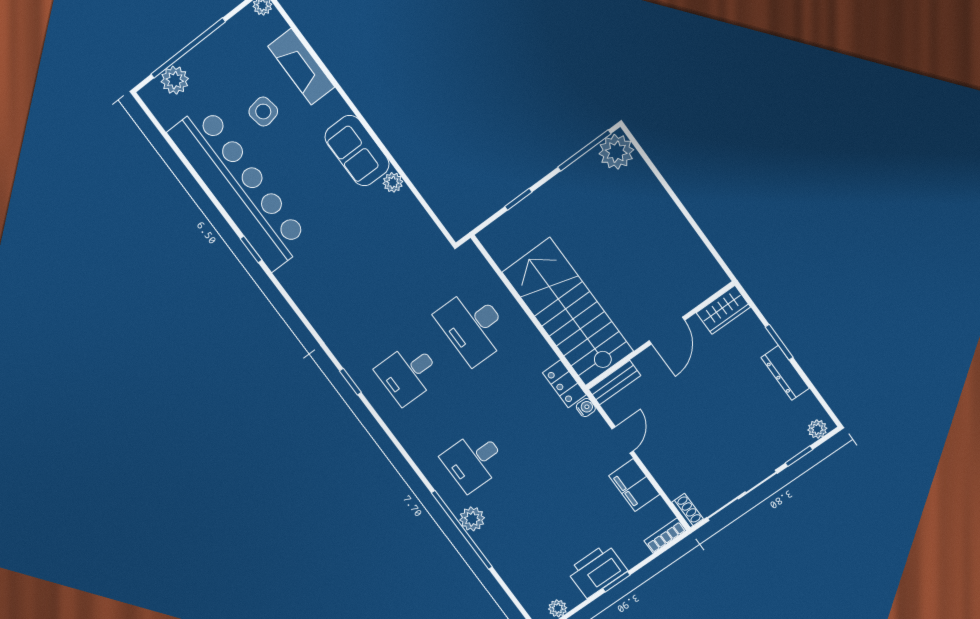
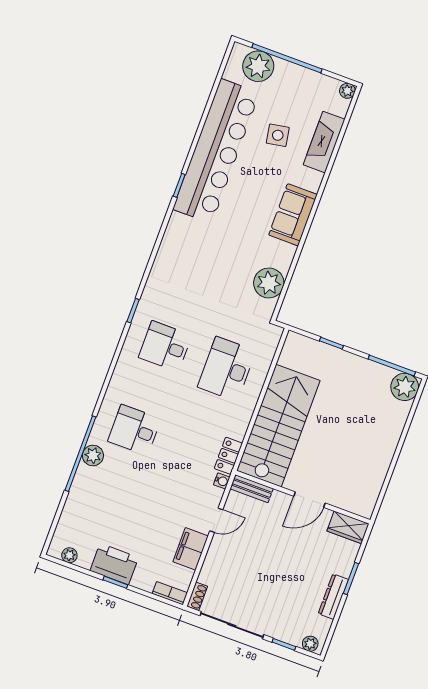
plant: (175, 80) -> (258, 66), width x1.36, depth x1.36
plant: (393, 182) -> (269, 283), moved, width x1.88, depth x1.88

